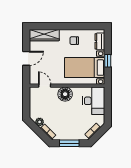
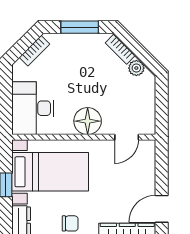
door: (26, 58) -> (162, 209), moved
door: (45, 86) -> (127, 137), hinge flipped

